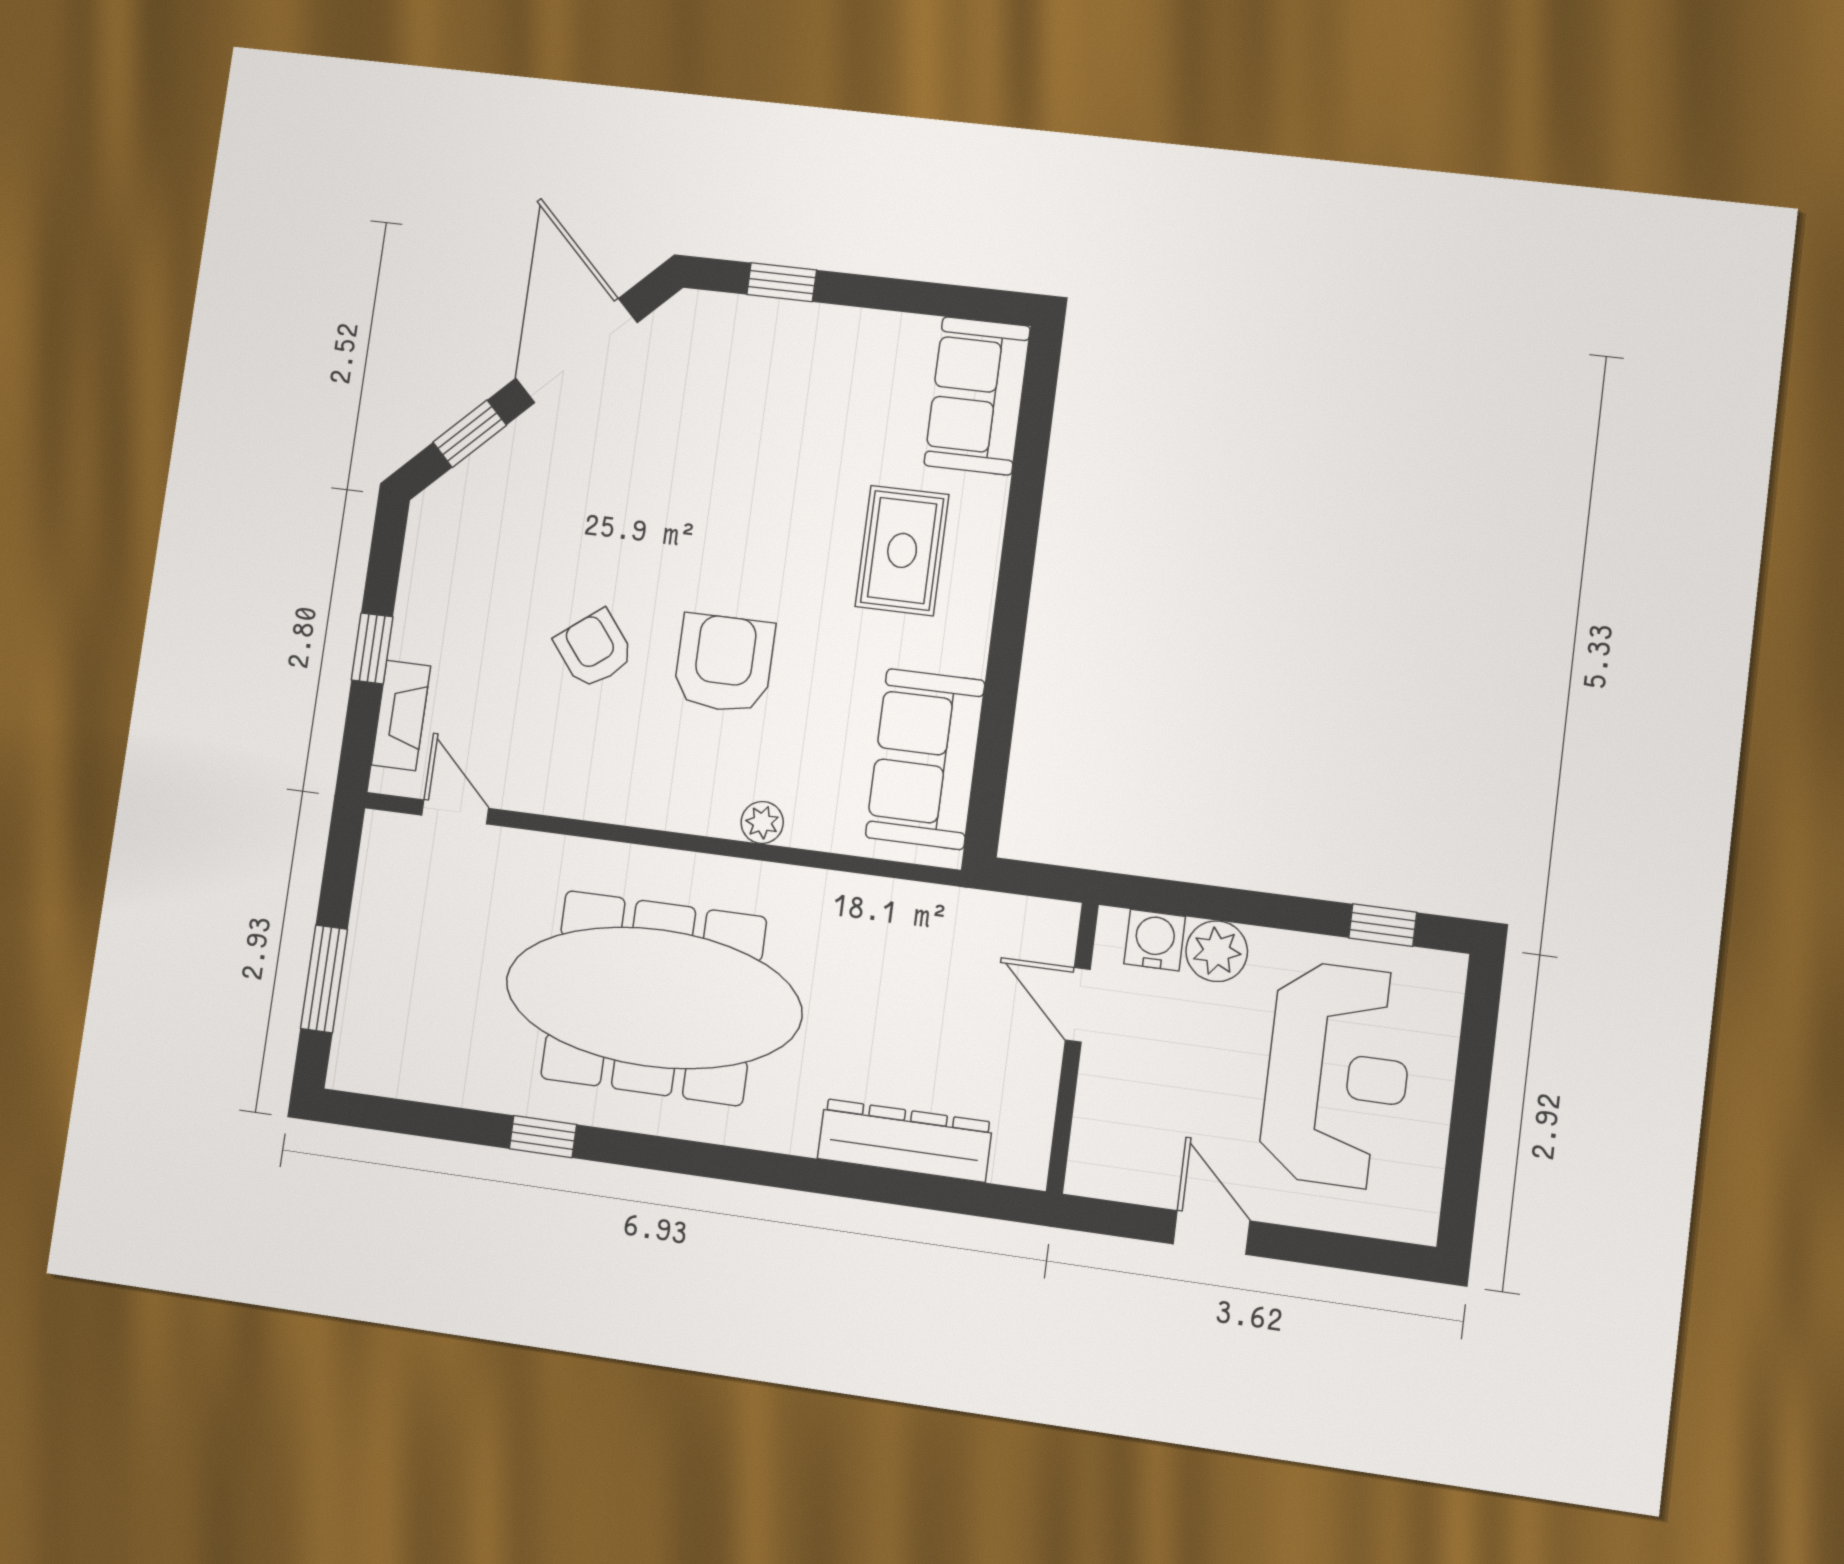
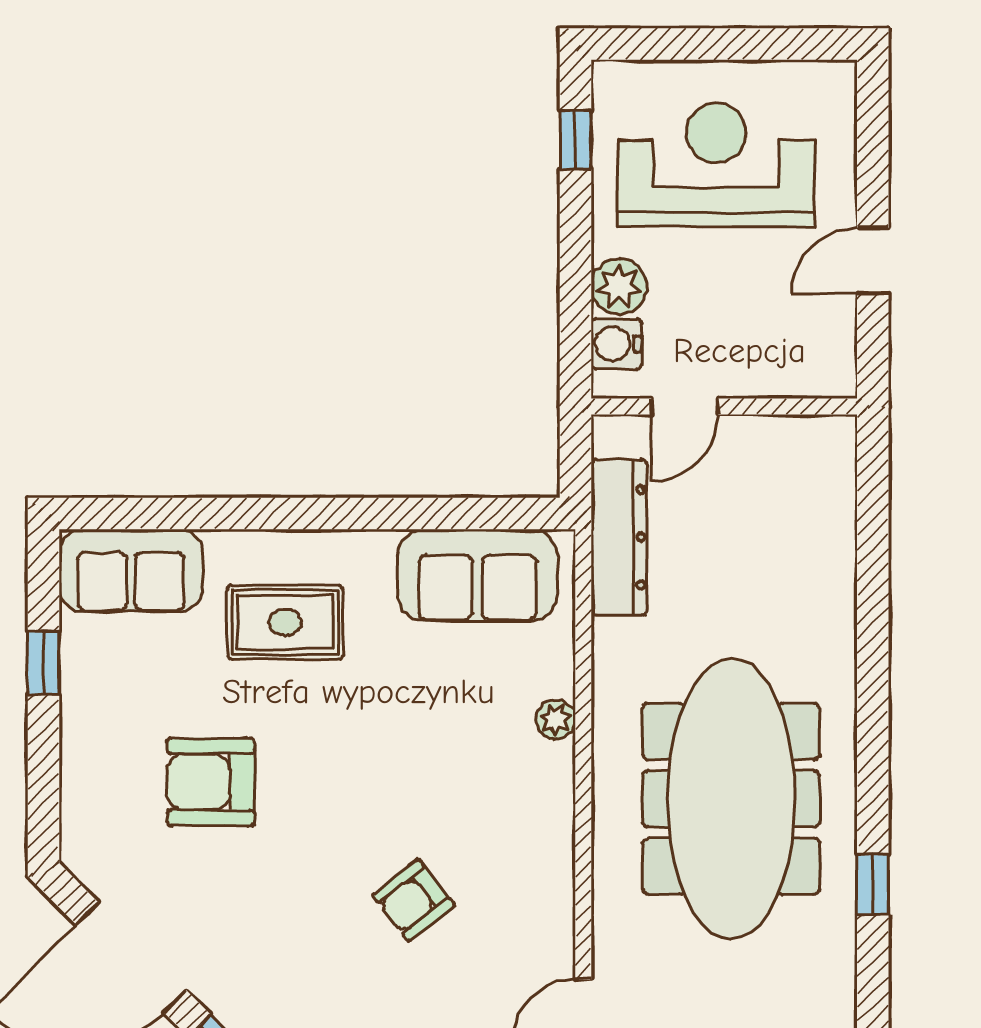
window: (782, 282) -> (43, 663), moved
armchair: (724, 663) -> (211, 782), moved
dresser: (905, 1140) -> (619, 537), moved, turned 180

